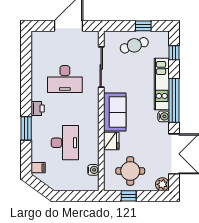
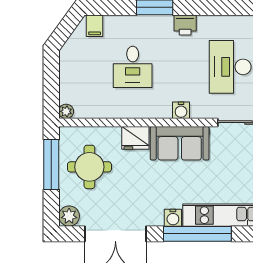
desk: (65, 143) -> (133, 67), width x0.73
water cooler: (93, 170) -> (181, 110), moved
plant: (94, 186) -> (66, 111), added
window: (129, 196) -> (51, 165), width x2.17

